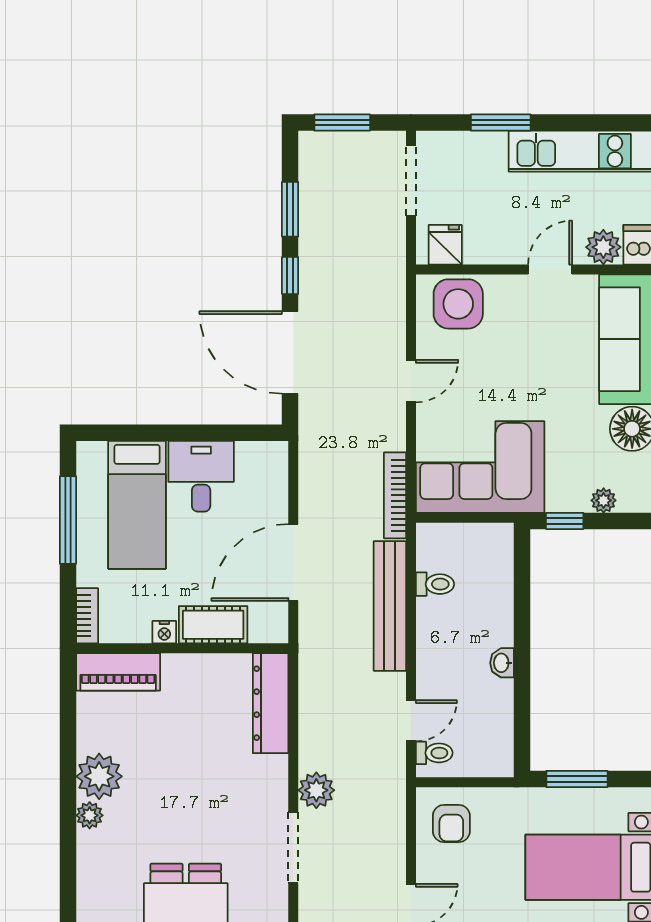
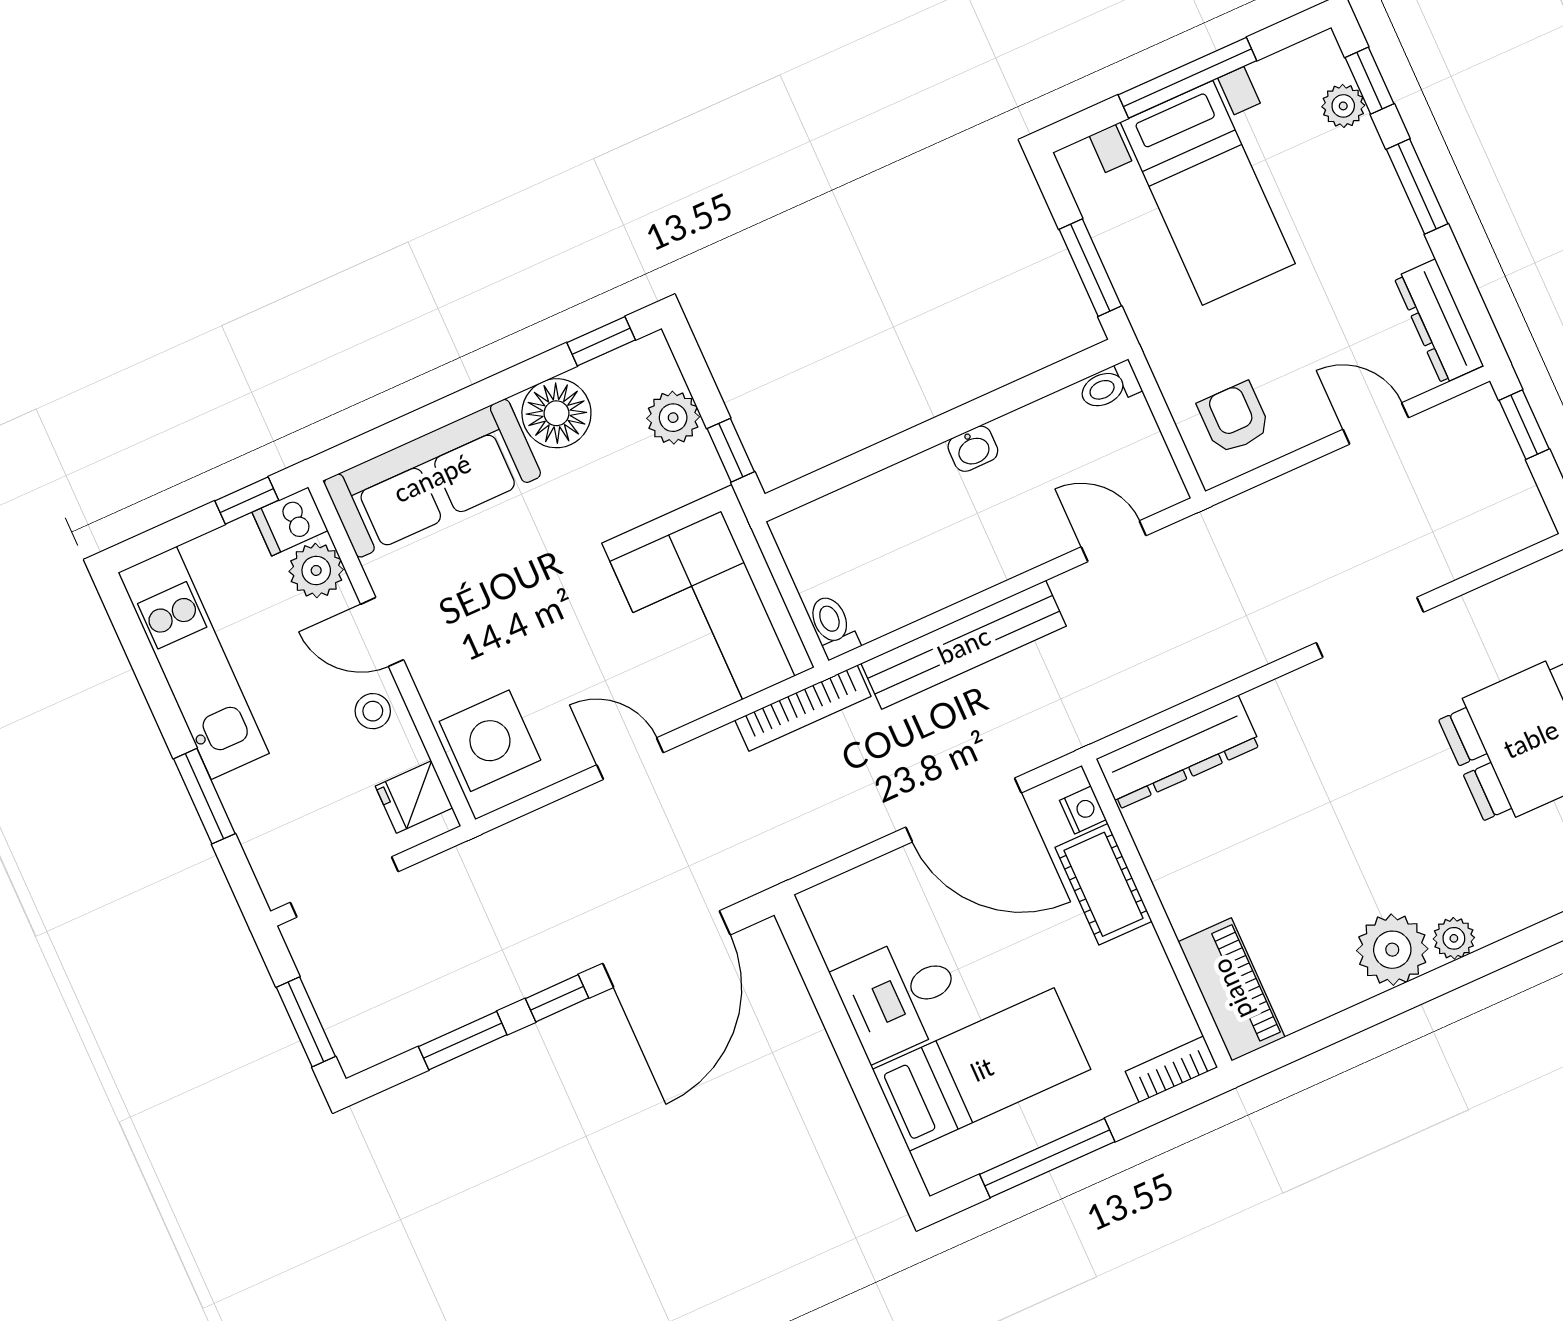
stool: (506, 243) -> (373, 711), added
plant: (604, 500) -> (673, 418), width x1.38, depth x1.38
toilet: (435, 584) -> (833, 626), moved
nightstand: (164, 632) -> (1083, 810), moved
toilet: (434, 753) -> (1109, 386), moved, turned -90
plant: (316, 790) -> (1273, 632), removed
armchair: (451, 824) -> (1234, 418), turned -90

